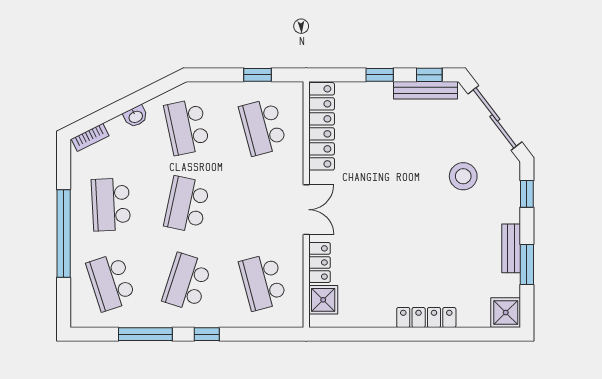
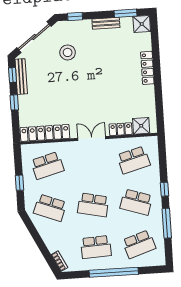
window: (258, 75) -> (19, 183), moved
washbasin: (136, 116) -> (46, 237), removed
school desk: (187, 127) -> (50, 208), turned 33
window: (527, 264) -> (126, 13), moved

